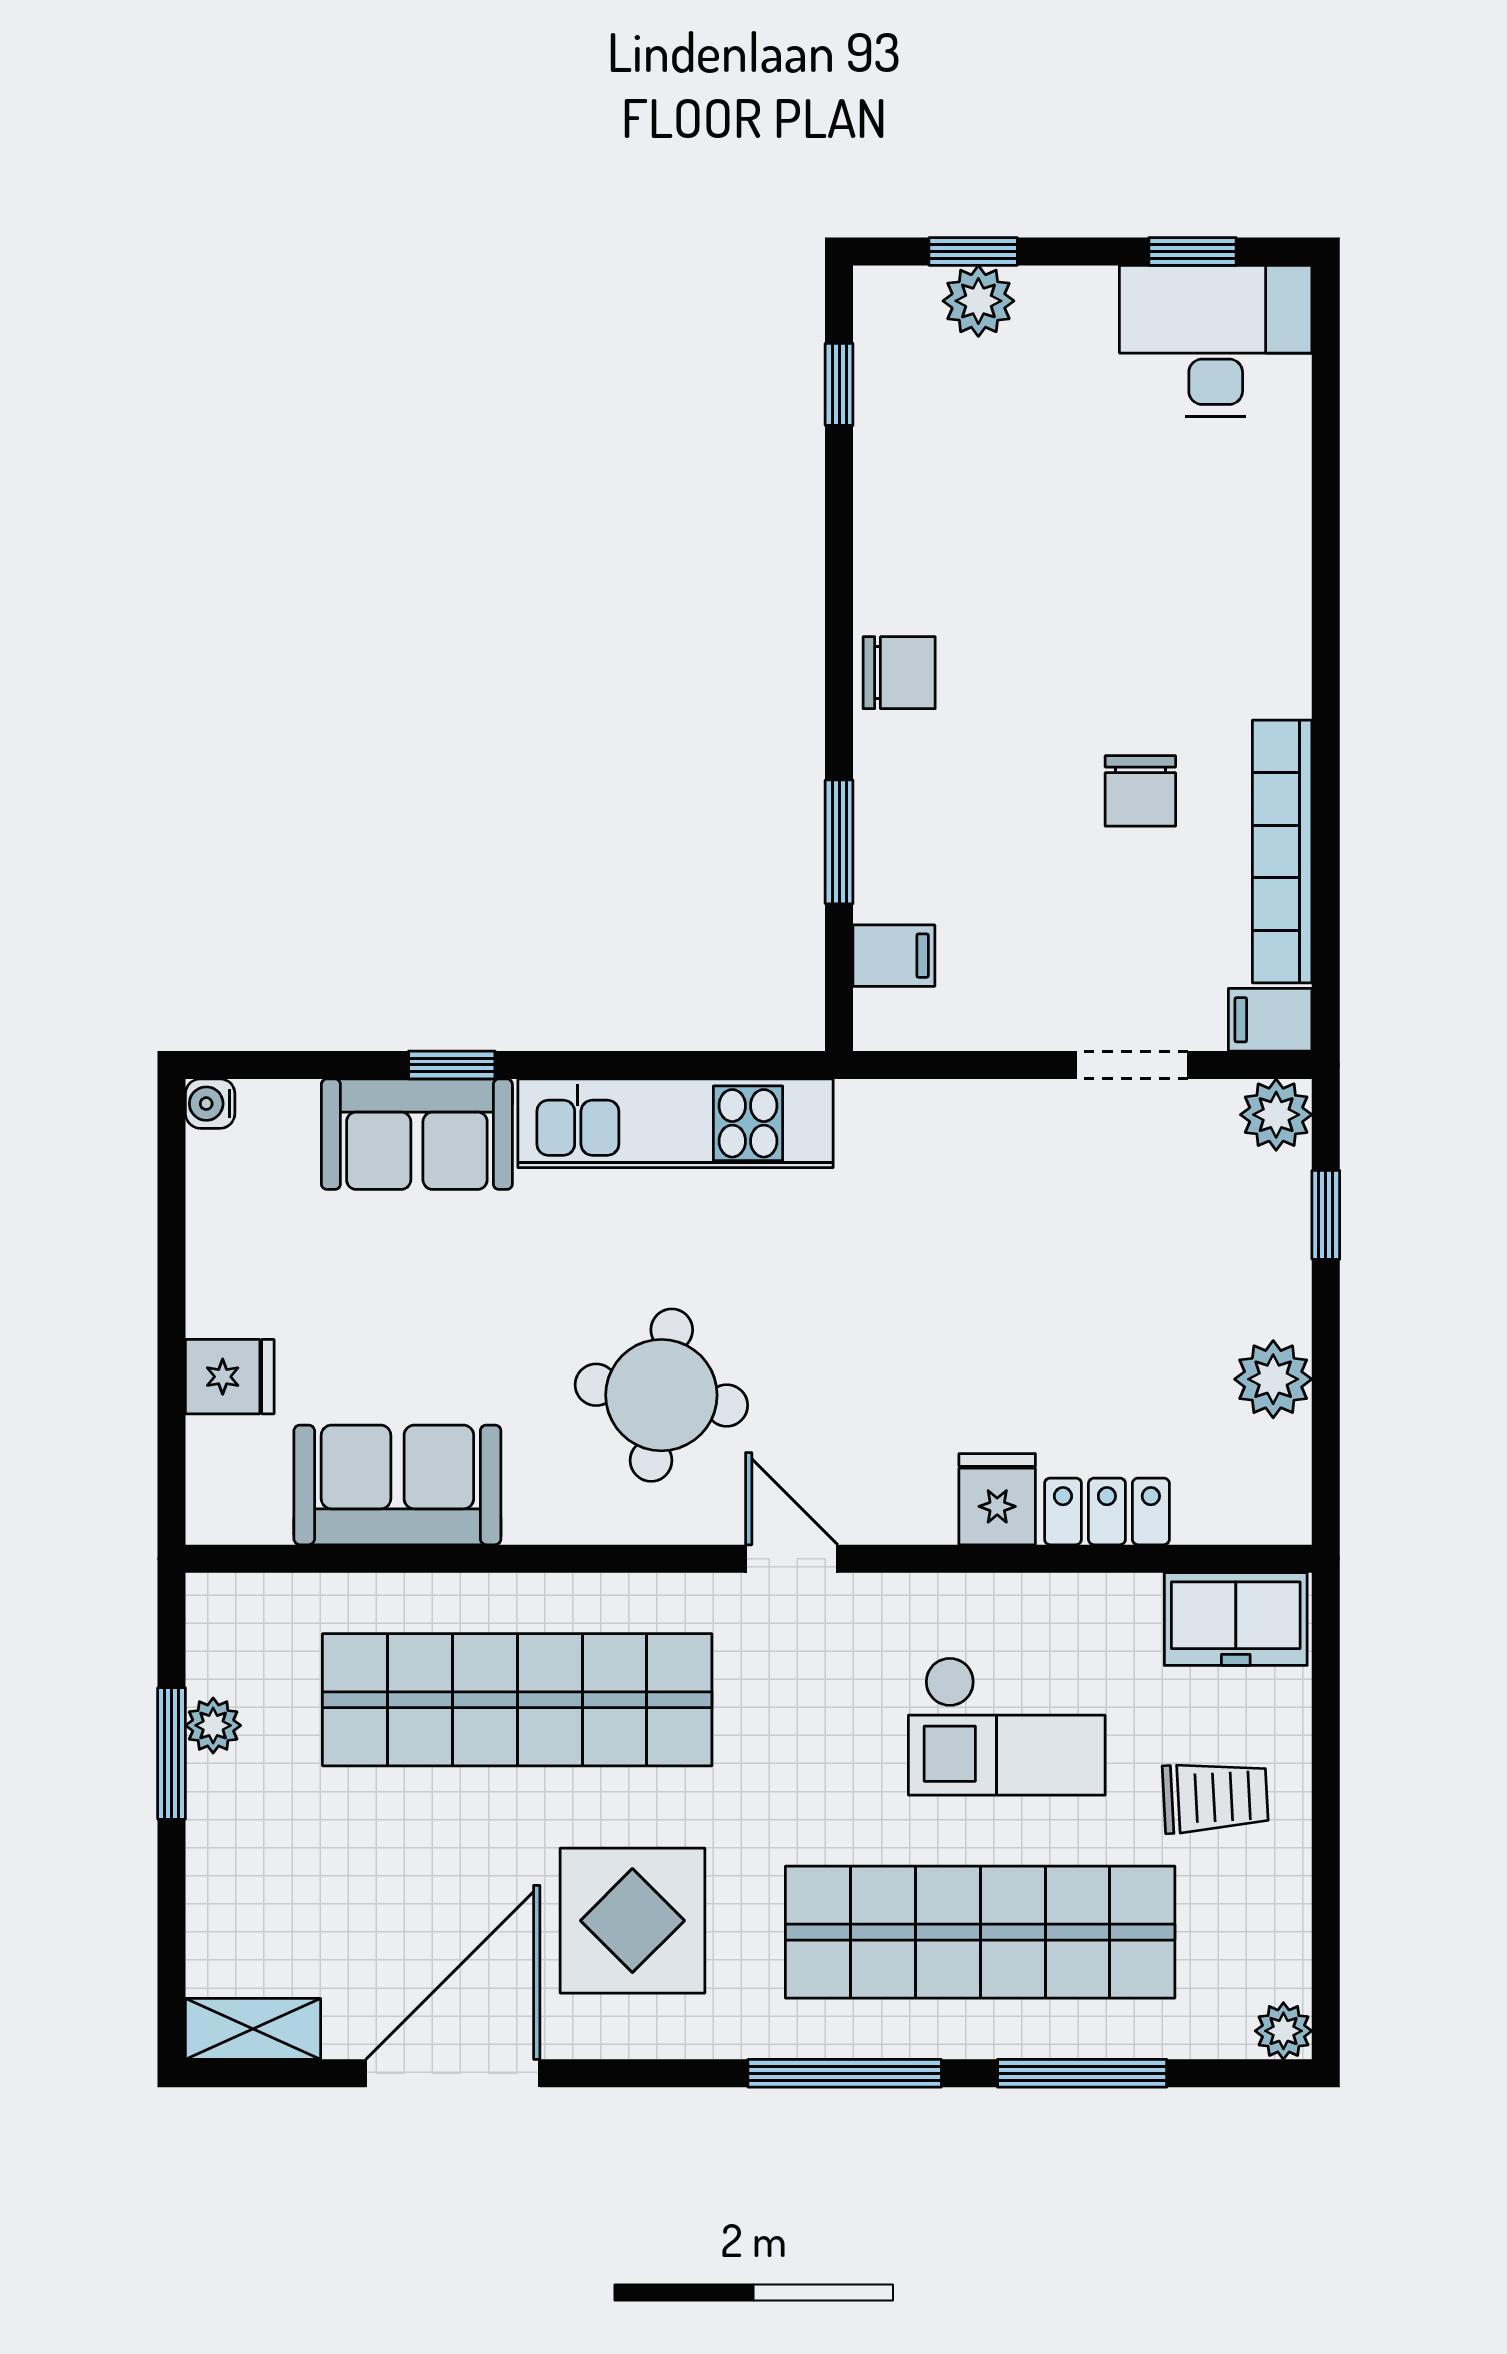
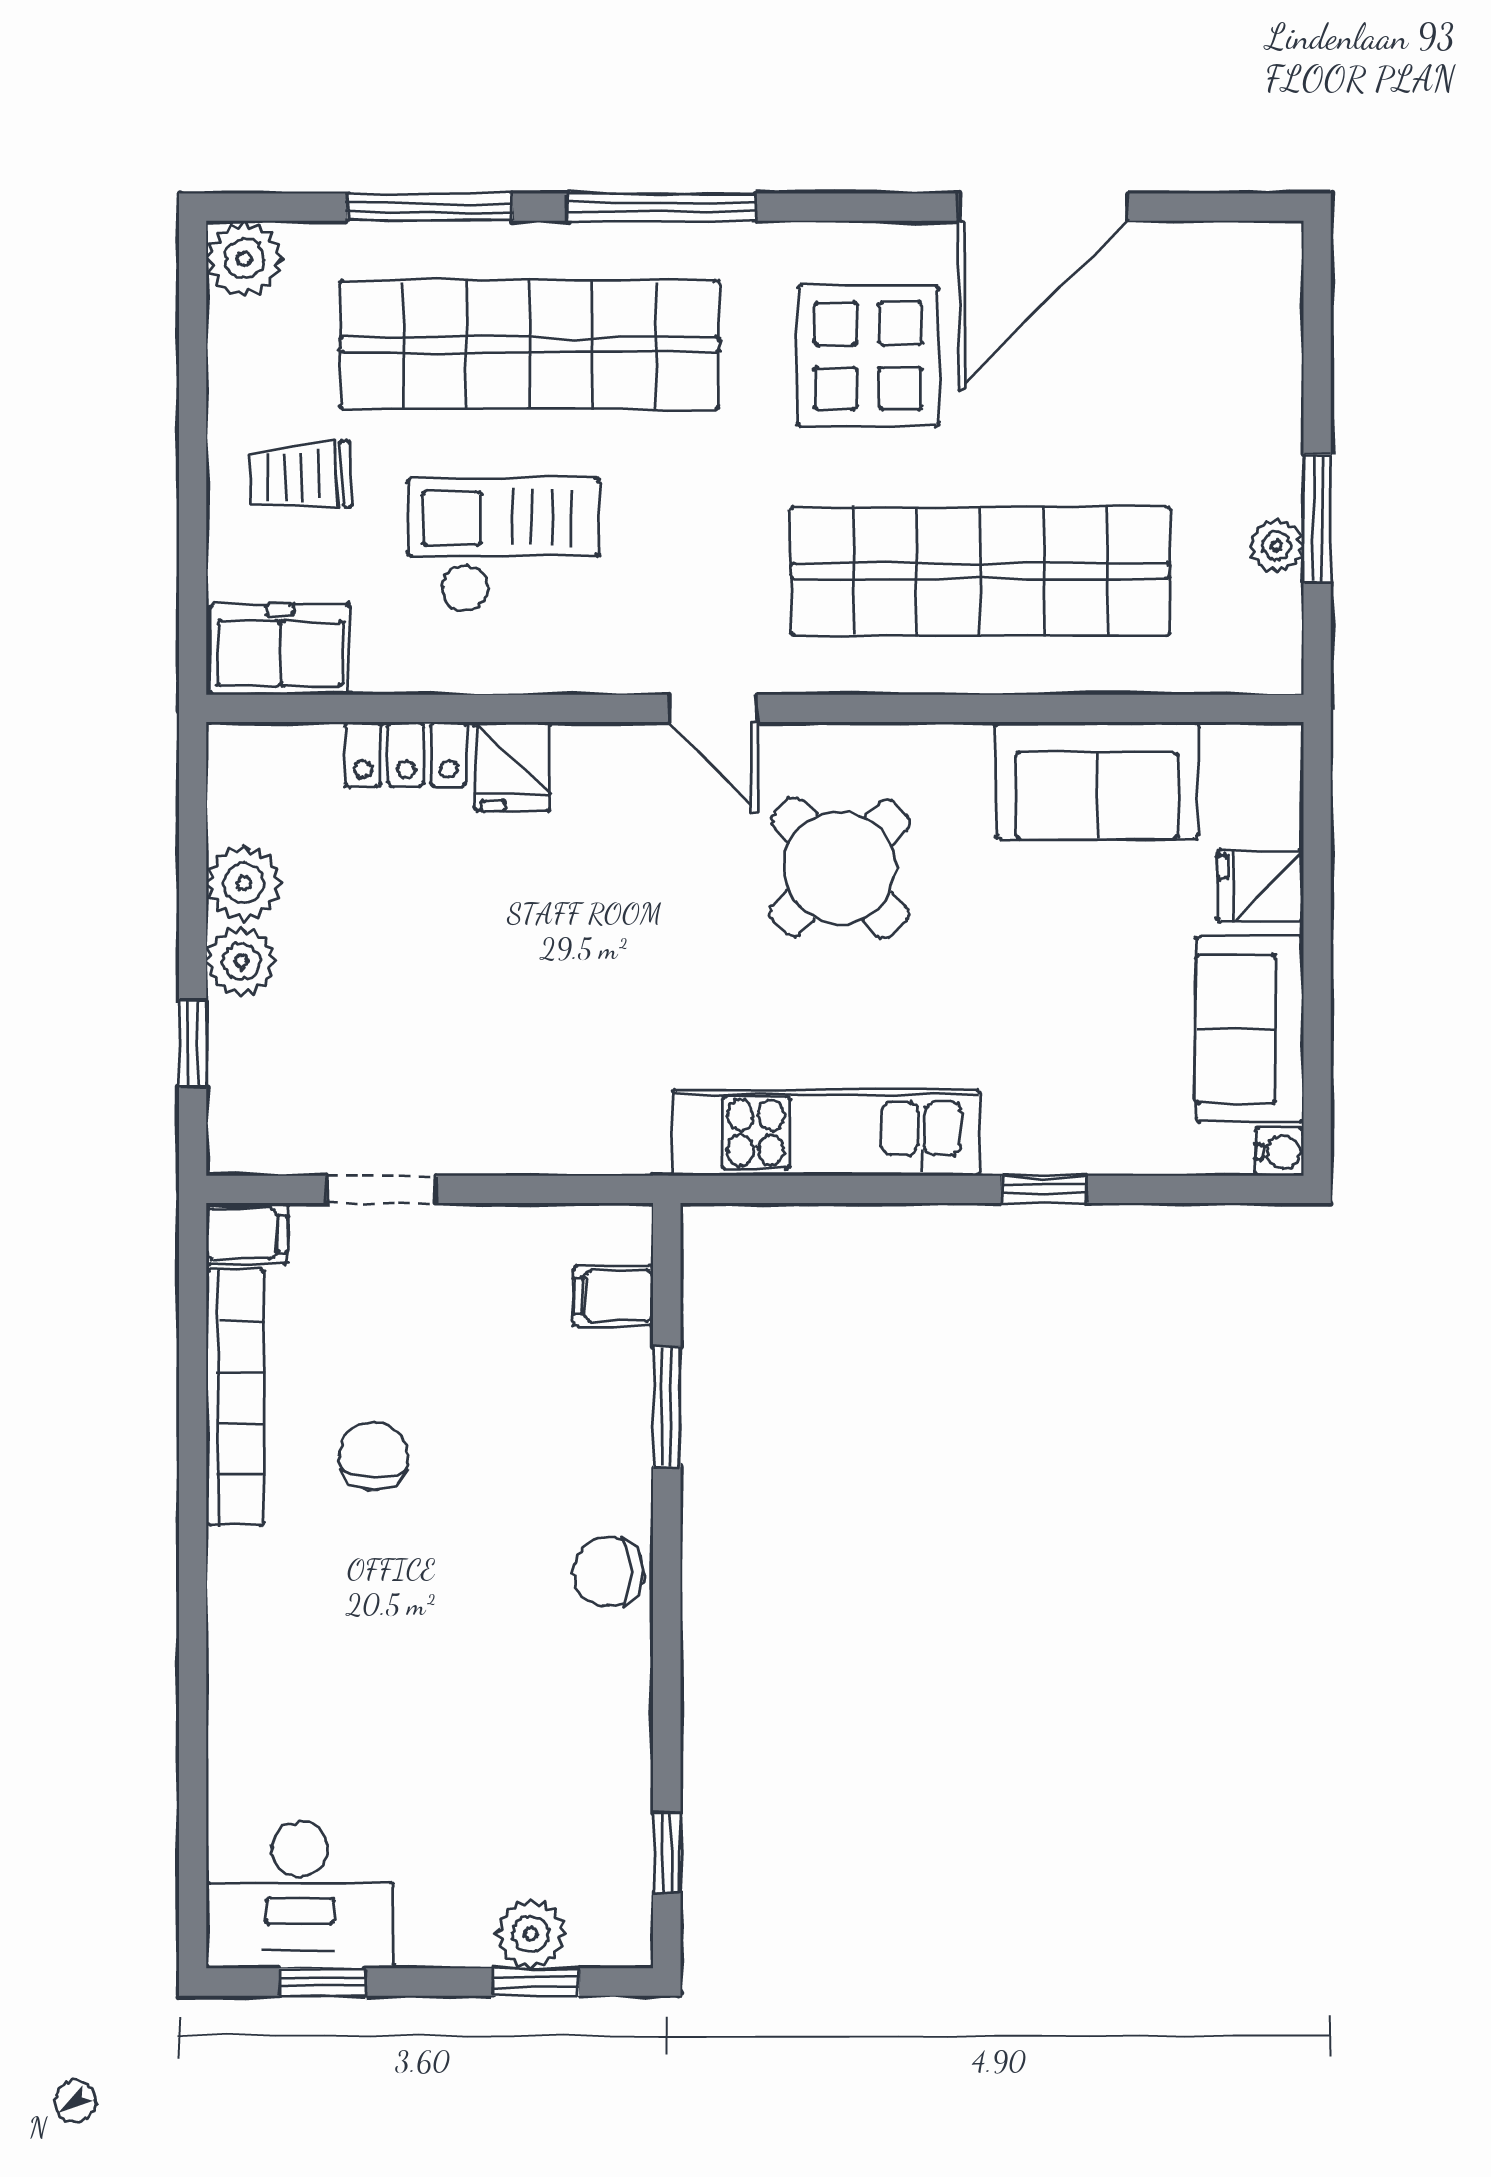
plant: (1276, 1115) -> (241, 961), moved
sofa: (417, 1134) -> (1250, 1029), moved, turned -90
round table: (661, 1395) -> (840, 868), turned 37
shelving: (253, 2029) -> (1238, 250), removed
plant: (1283, 2031) -> (244, 259), width x1.38, depth x1.38

